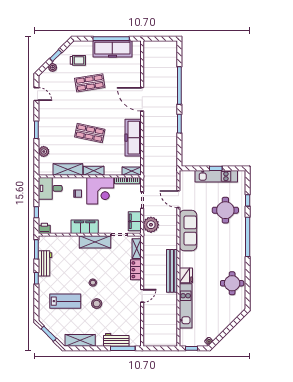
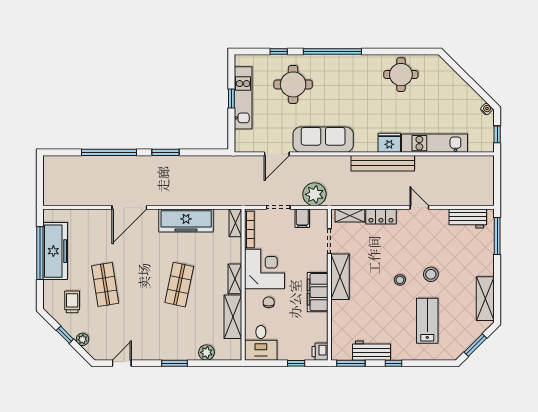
filing cabinet: (135, 221) -> (302, 218), width x0.50
workbench: (116, 340) -> (468, 218), moved, turned -90

